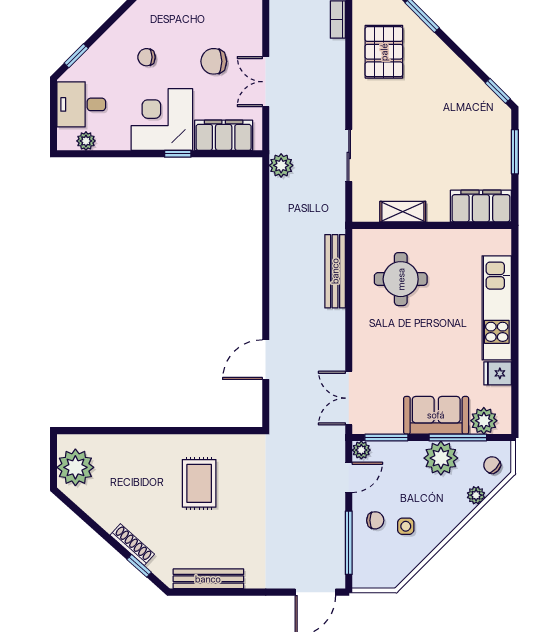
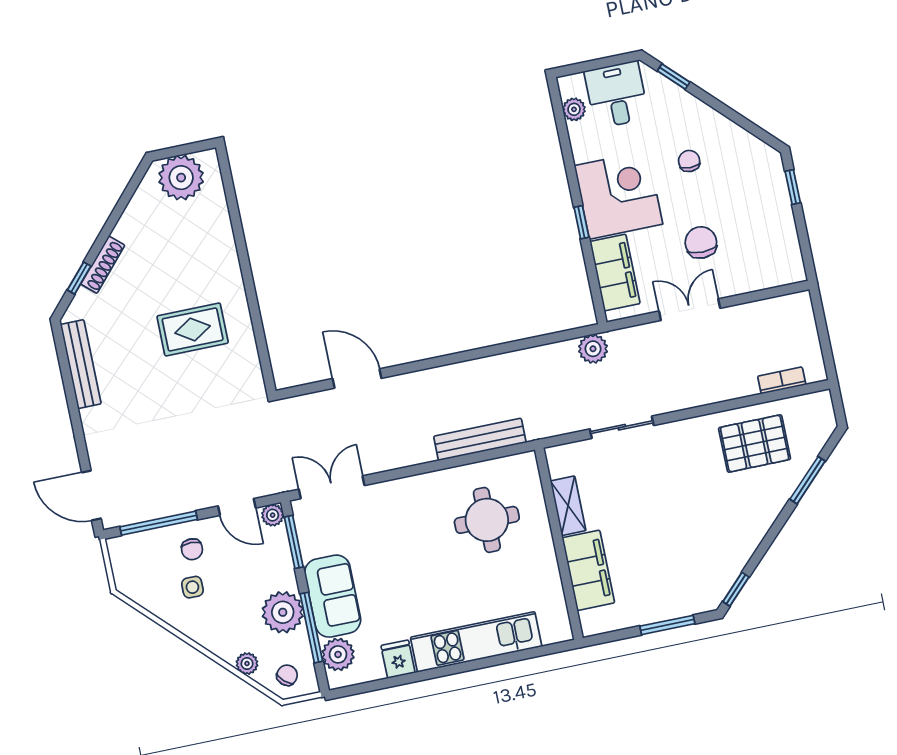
filing cabinet: (481, 206) -> (588, 570), moved

